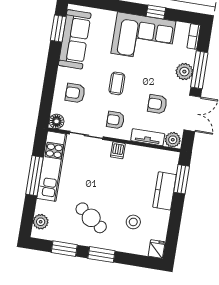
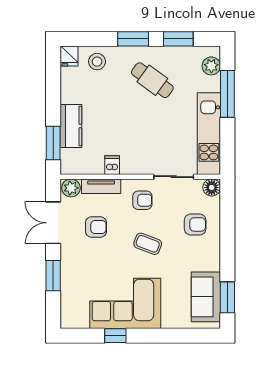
bookcase: (194, 37) -> (66, 314), removed
sofa: (75, 39) -> (206, 297), width x0.73
window: (199, 70) -> (53, 276), width x0.69
plant: (184, 72) -> (70, 271), removed
coffee table: (117, 83) -> (148, 244), turned -69
dishwasher: (118, 150) -> (112, 165), moved
window: (34, 176) -> (227, 94), moved
stool: (133, 222) -> (97, 62), moved

